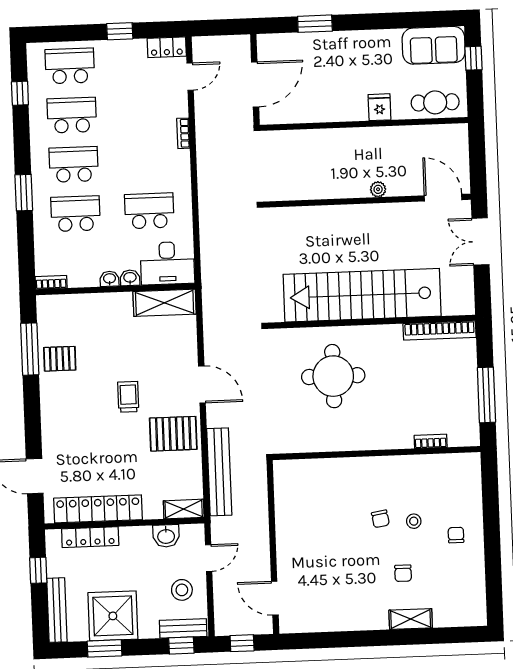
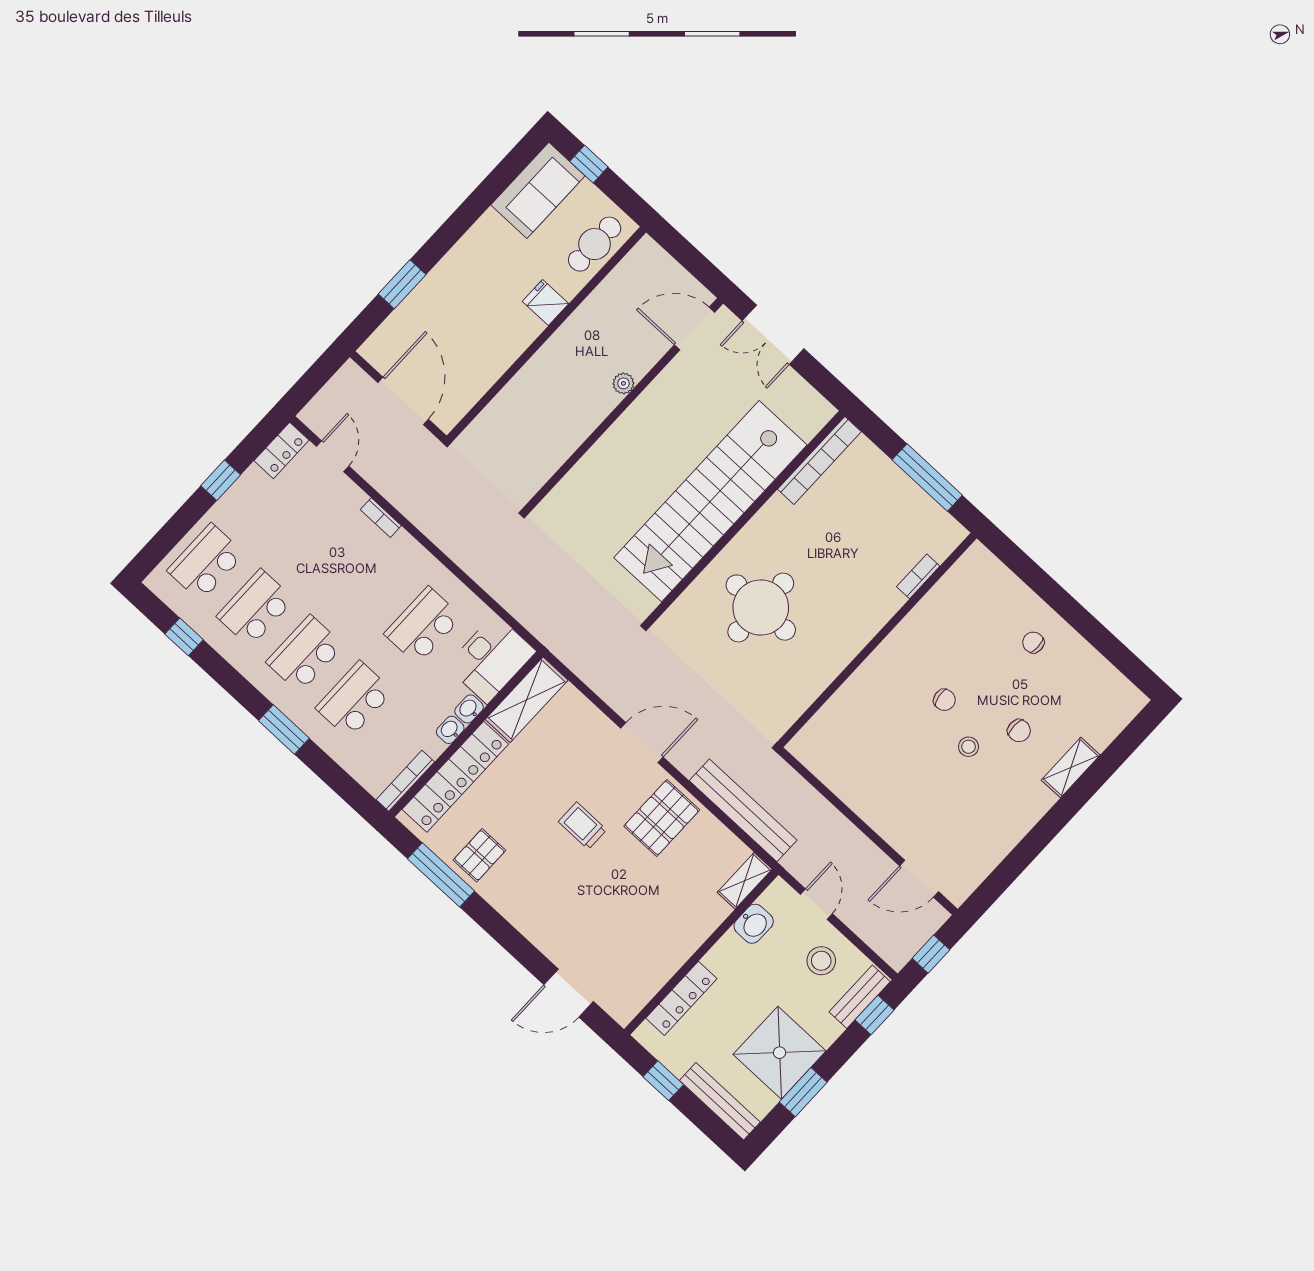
bookcase: (51, 282) -> (405, 781), width x1.56
locker: (98, 509) -> (455, 777), moved, turned 180
stool: (414, 521) -> (969, 747), moved

